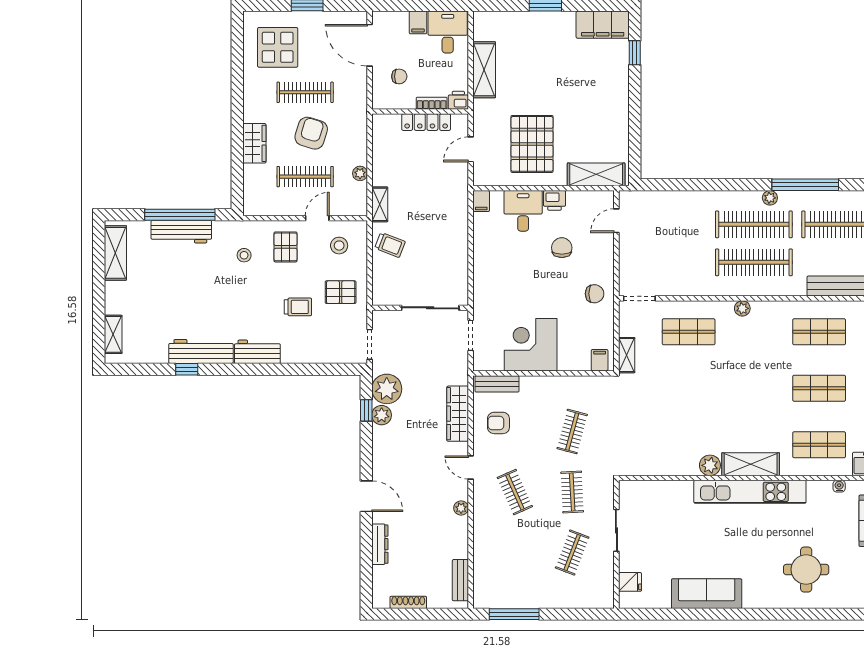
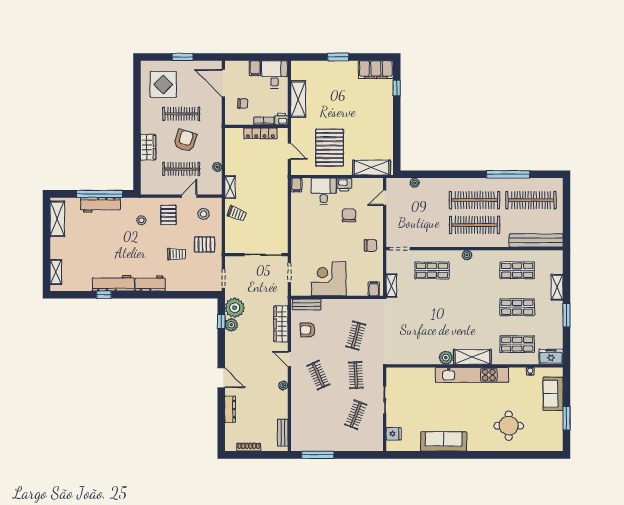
door: (471, 149) -> (289, 151), swing flipped
plant: (770, 198) -> (415, 183), moved

